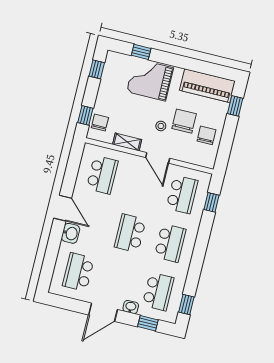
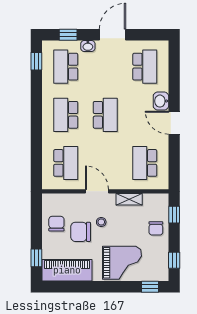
window: (141, 52) -> (150, 287), moved
chair: (184, 121) -> (81, 232), turned 90
chair: (100, 123) -> (156, 228), moved
chair: (206, 135) -> (56, 224), turned 180
school desk: (182, 194) -> (66, 163), turned 180
window: (212, 202) -> (36, 162), removed

